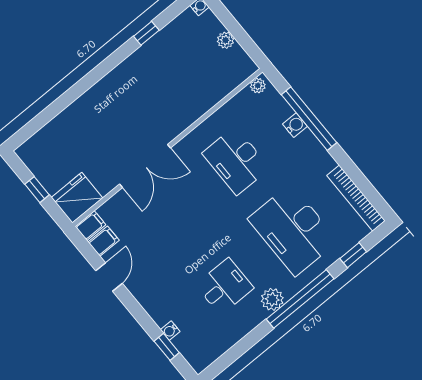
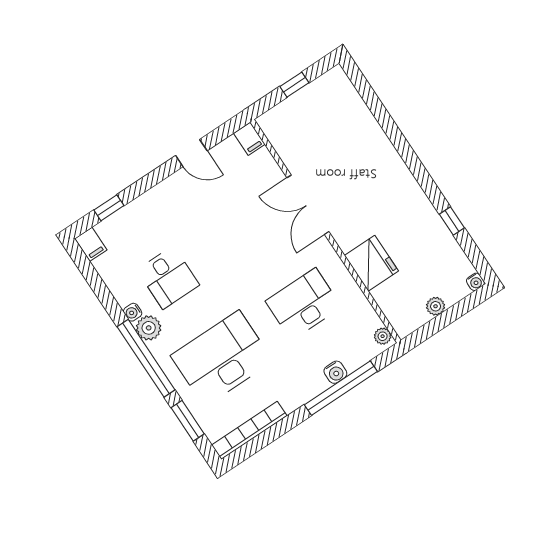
fridge: (77, 198) -> (371, 263), moved
filing cabinet: (104, 241) -> (91, 244), moved
window: (353, 255) -> (188, 421), width x1.50
water cooler: (170, 331) -> (133, 312), moved, turned -90

